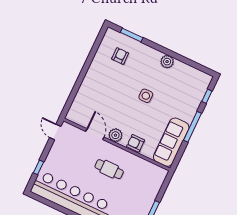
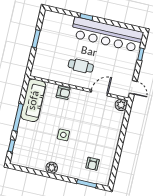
door: (95, 134) -> (99, 93), swing flipped
plant: (115, 135) -> (121, 105), moved

